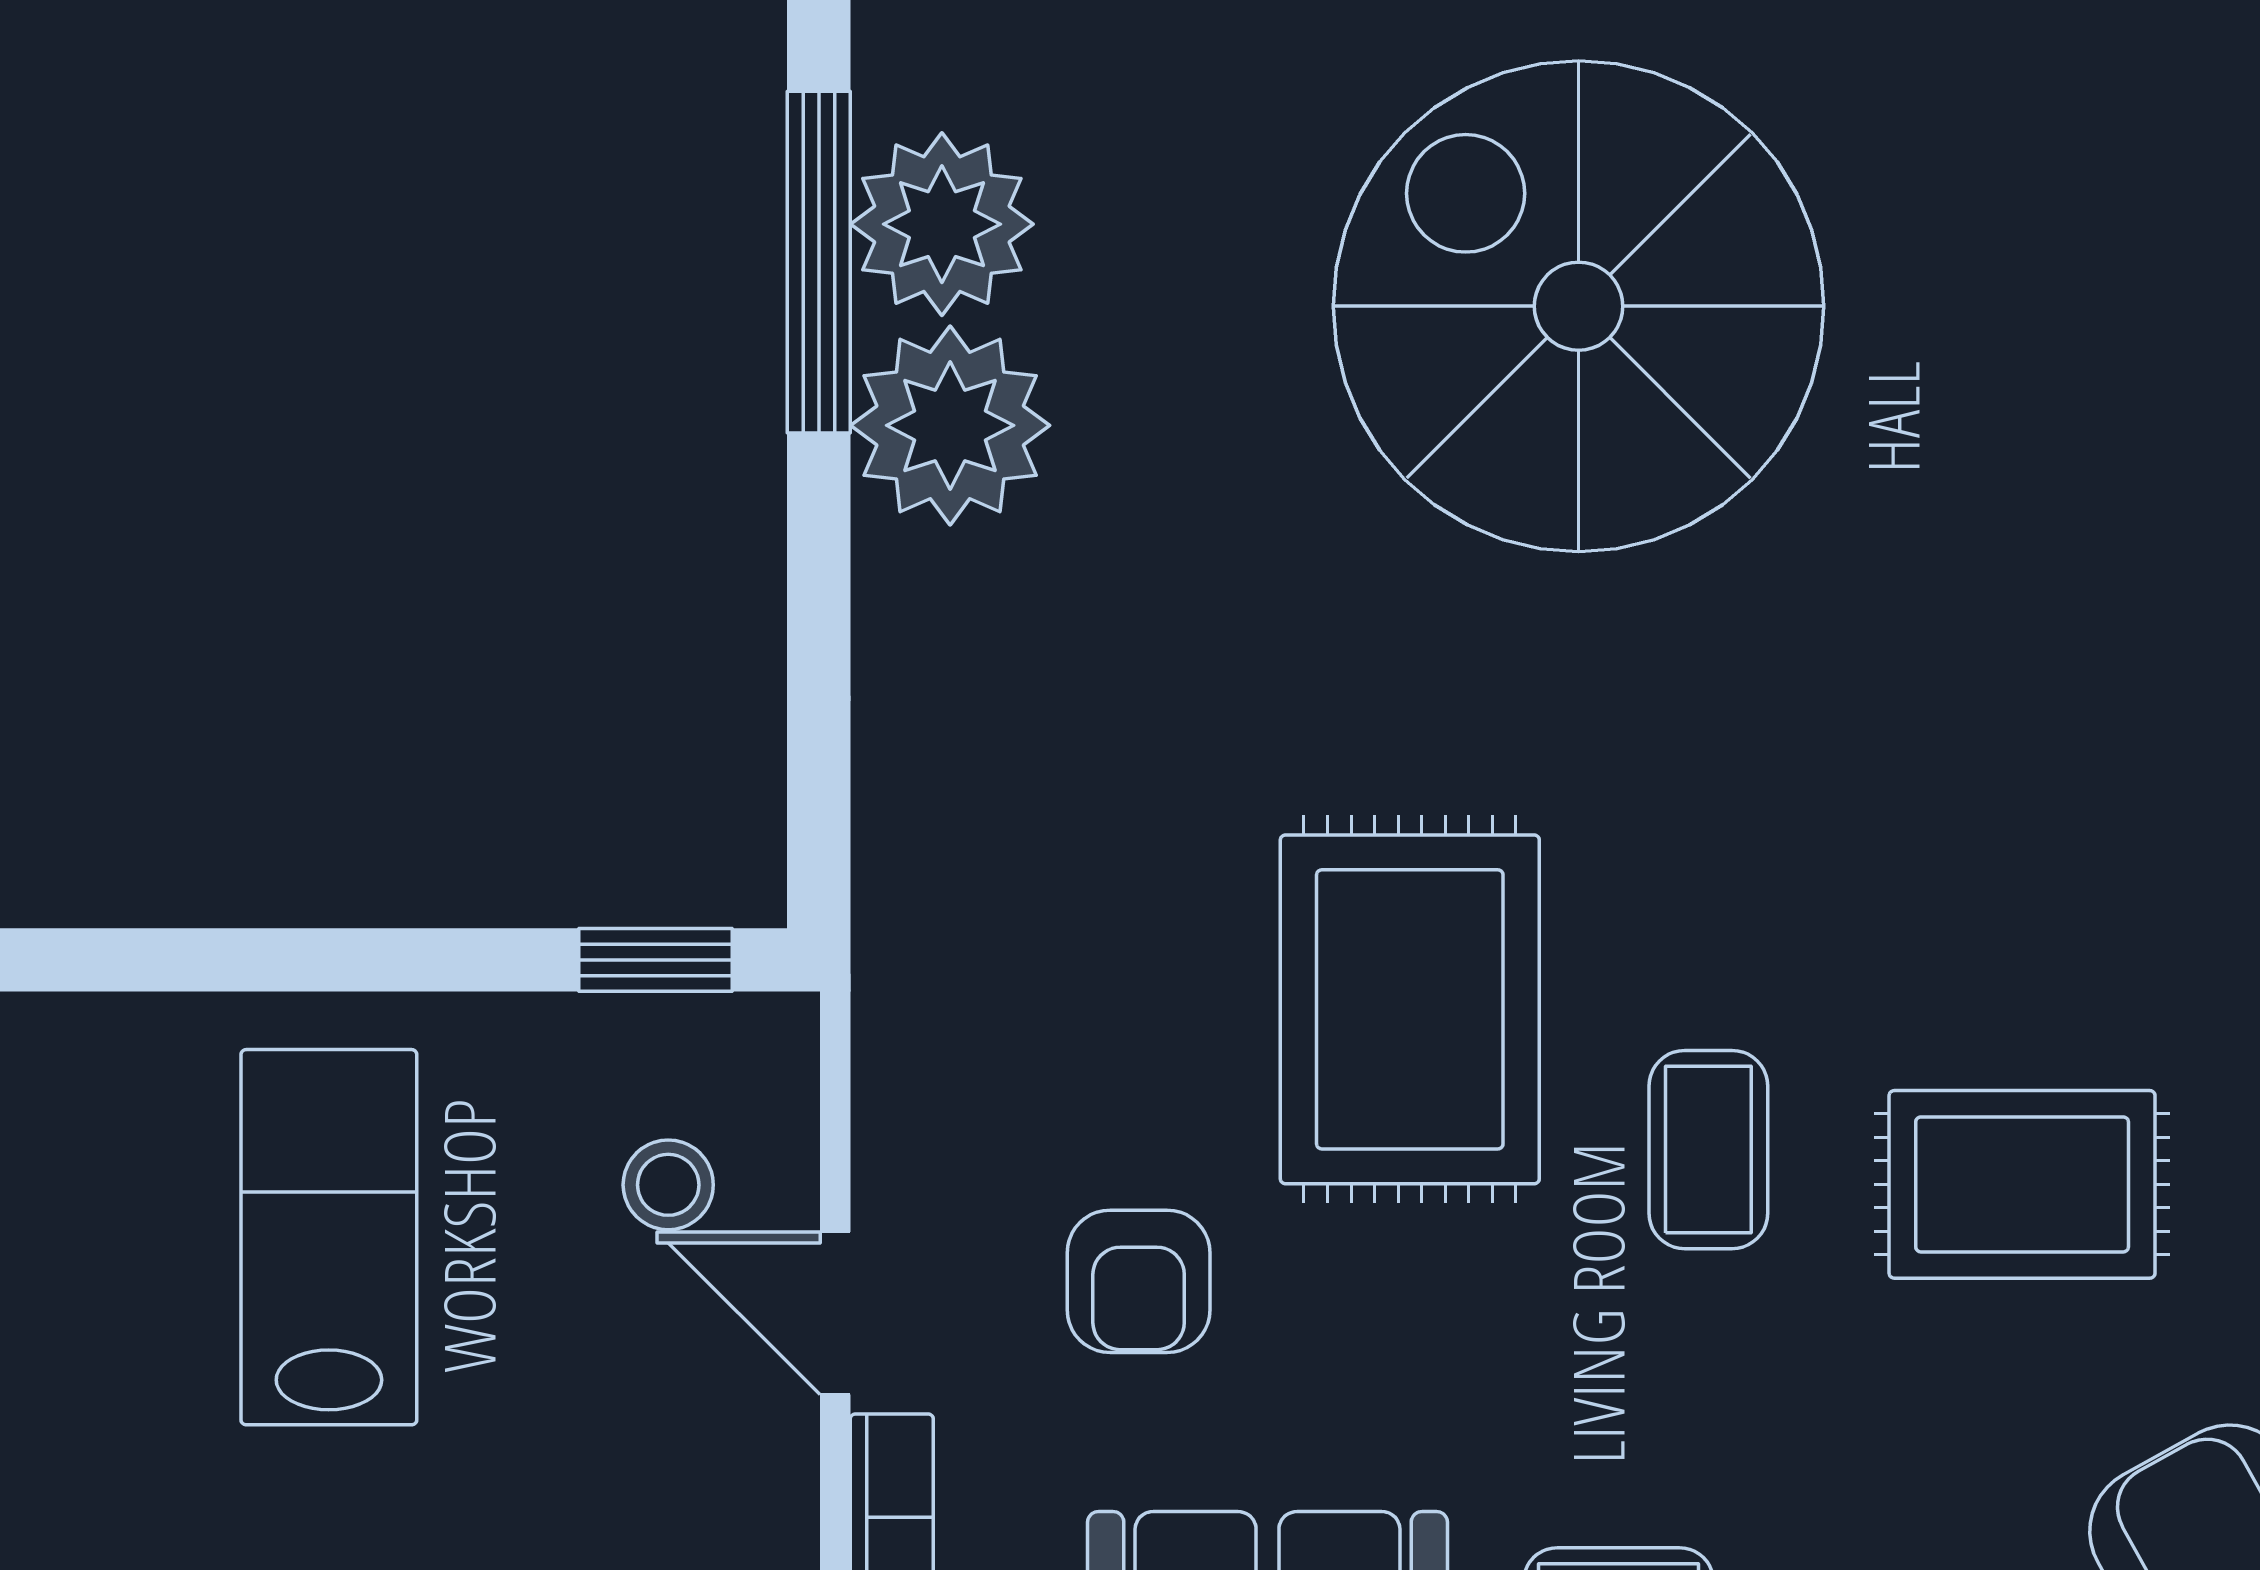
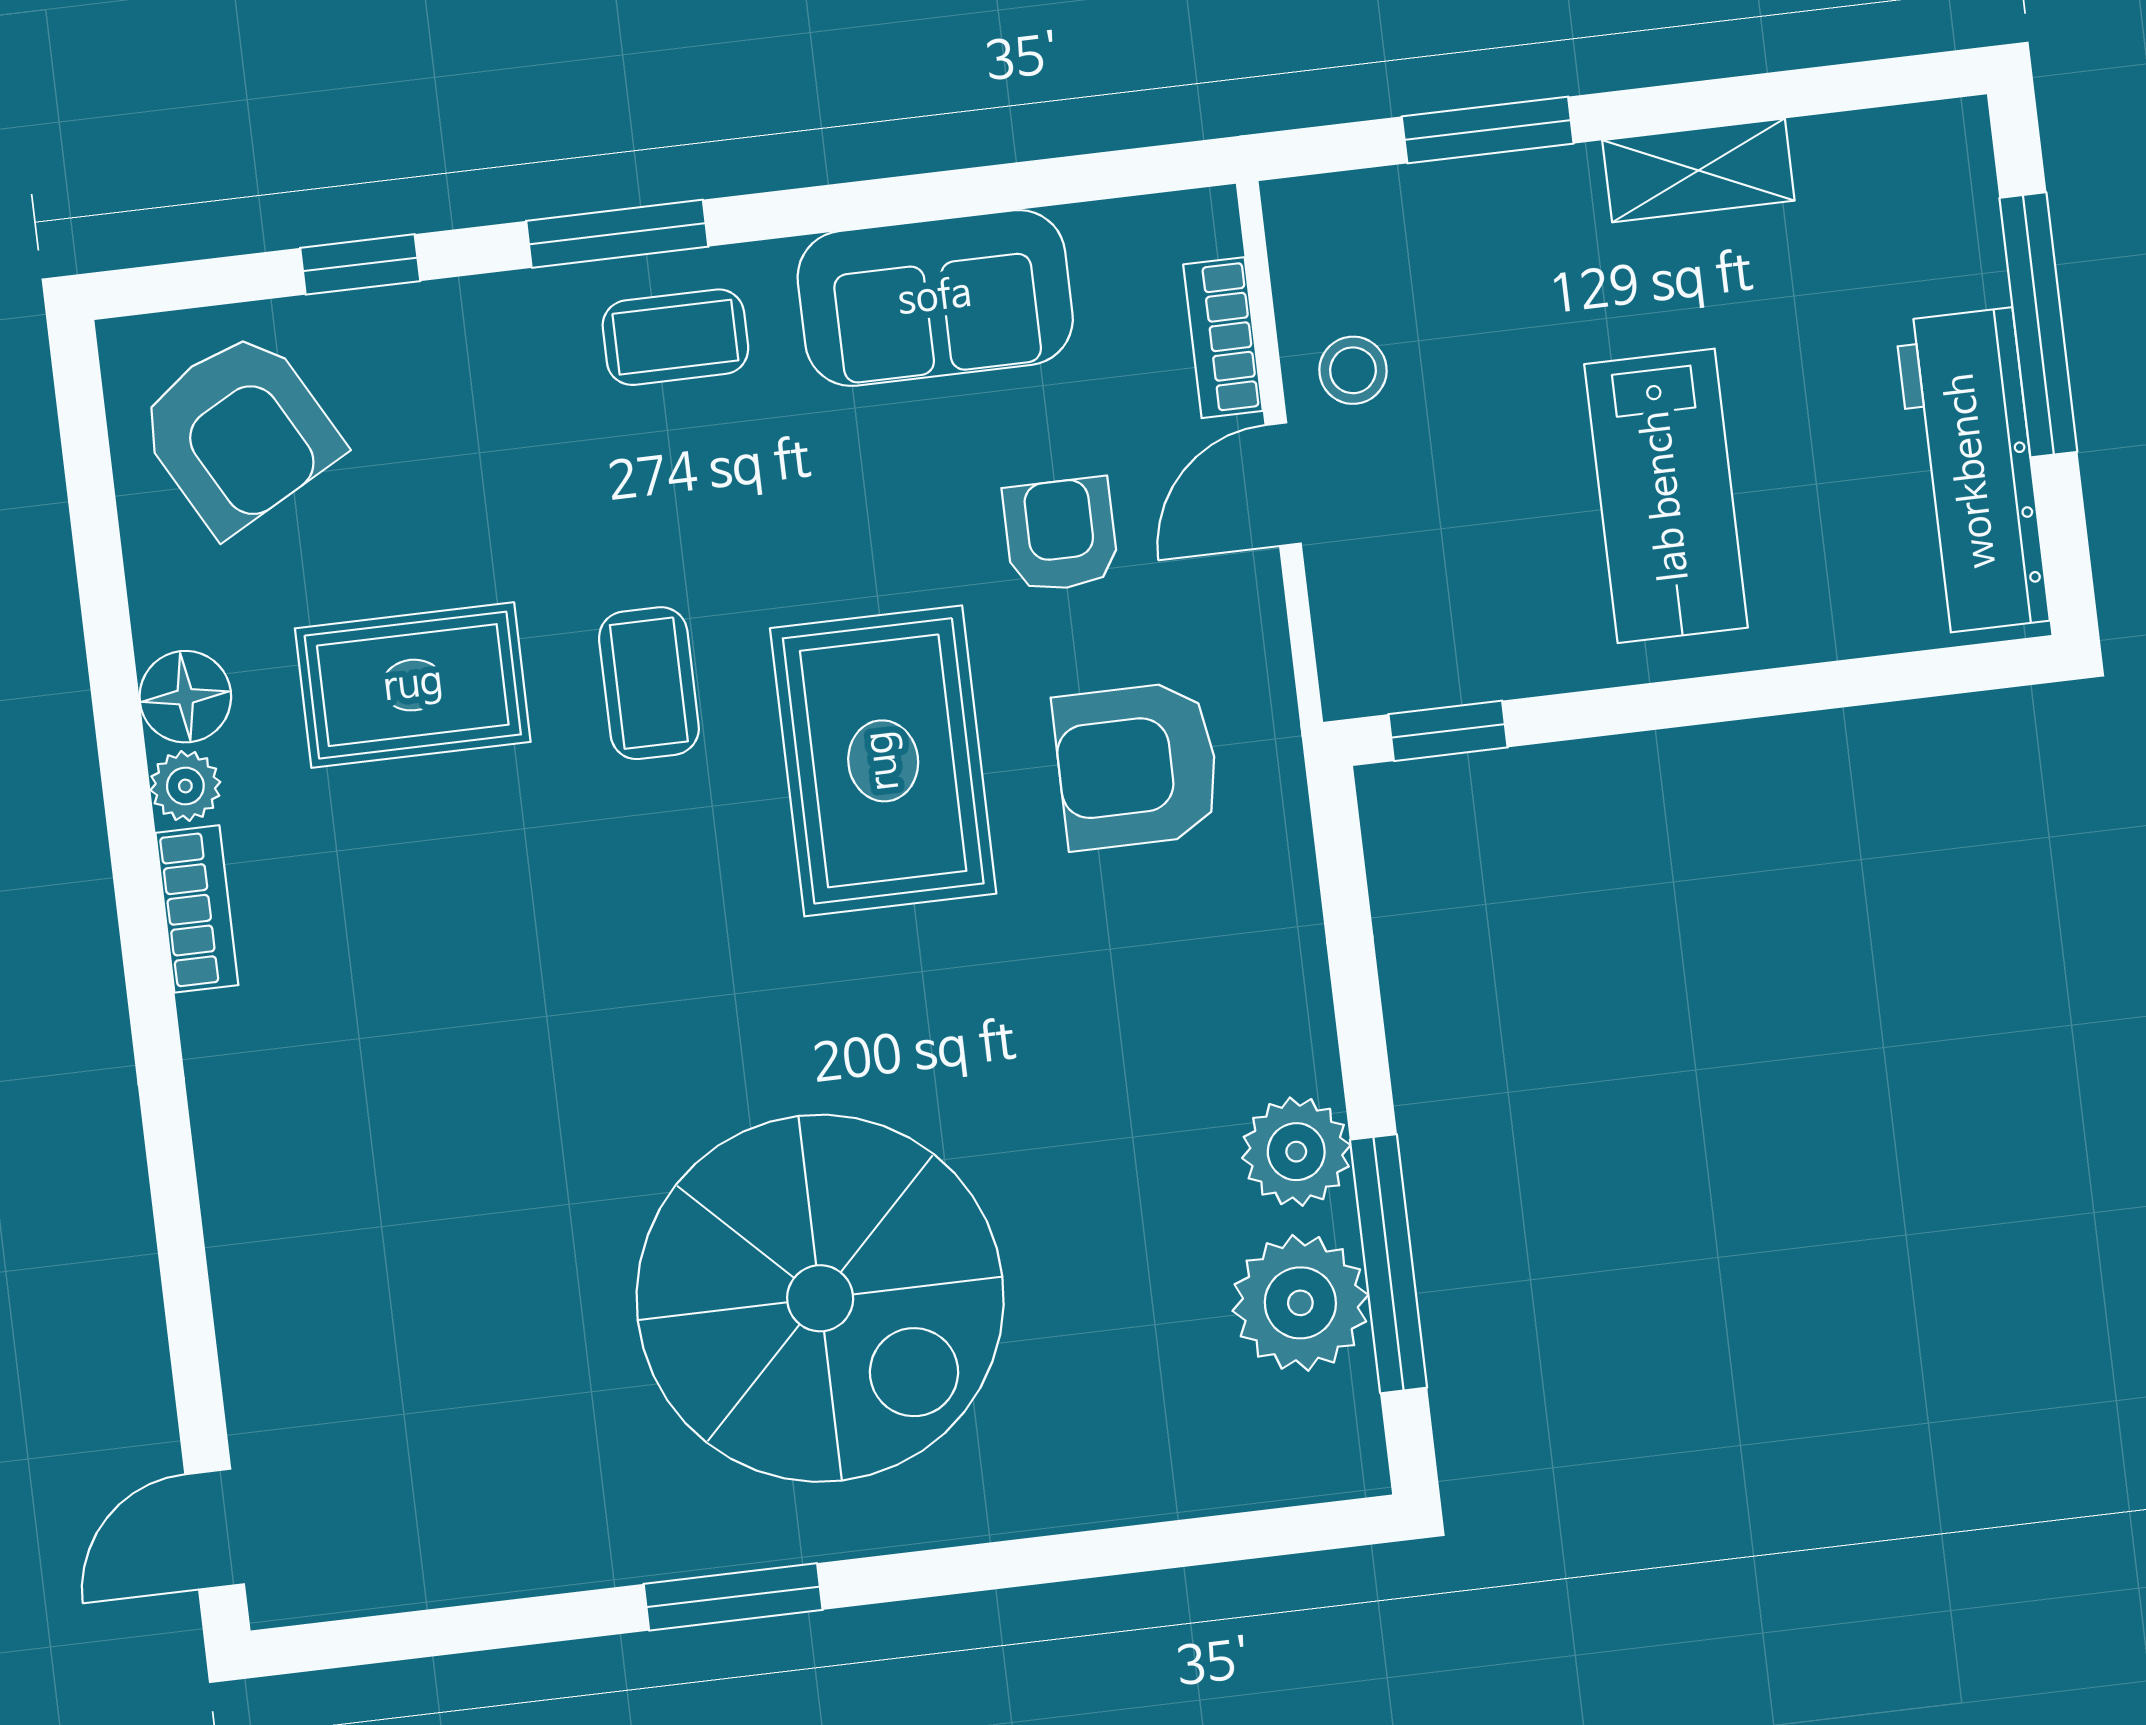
plant: (950, 425) -> (1296, 1152), width x0.73, depth x0.73
armchair: (1074, 963) -> (1137, 766), added
stool: (668, 1185) -> (1353, 370), moved
door: (835, 1313) -> (1283, 484), swing flipped

